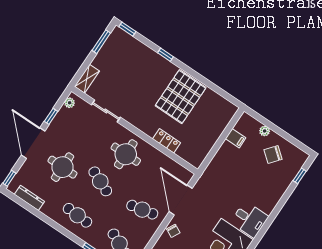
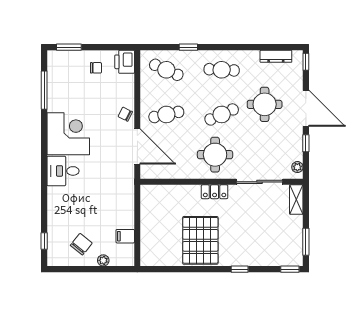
sliding door: (106, 111) -> (259, 182), width x1.37
locker: (167, 141) -> (215, 192), moved
cafe table: (100, 181) -> (222, 114), turned -48

